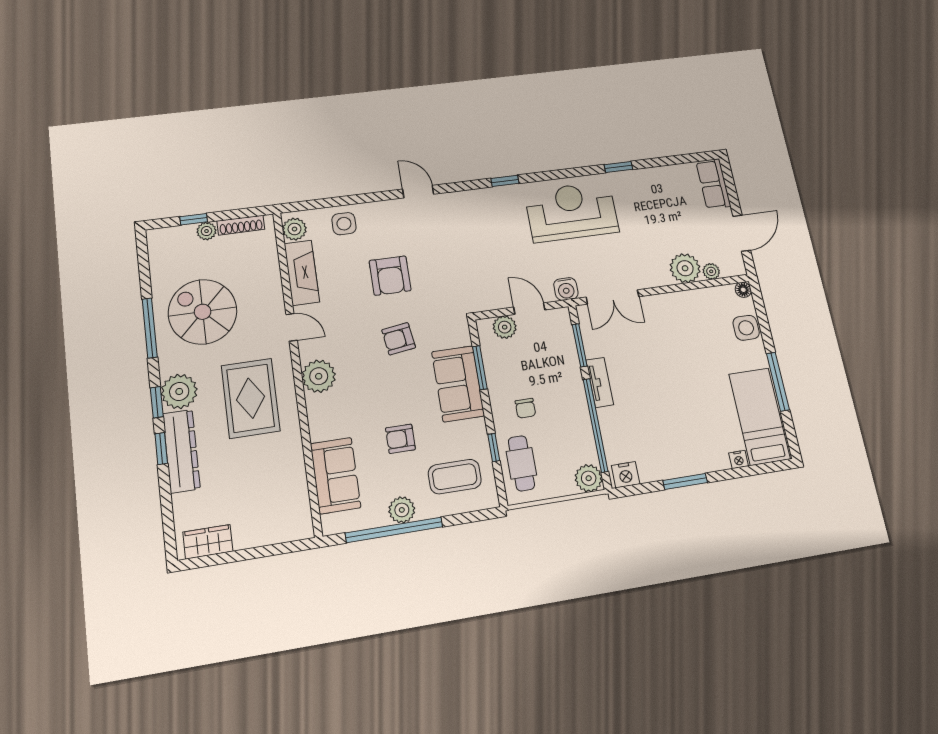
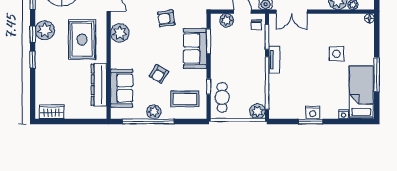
side table: (746, 328) -> (337, 54), moved
chair: (525, 408) -> (256, 25), moved
armchair: (400, 439) -> (159, 74), turned -59
dresser: (181, 451) -> (99, 85), moved, turned 180
nightstand: (626, 475) -> (313, 113), moved

